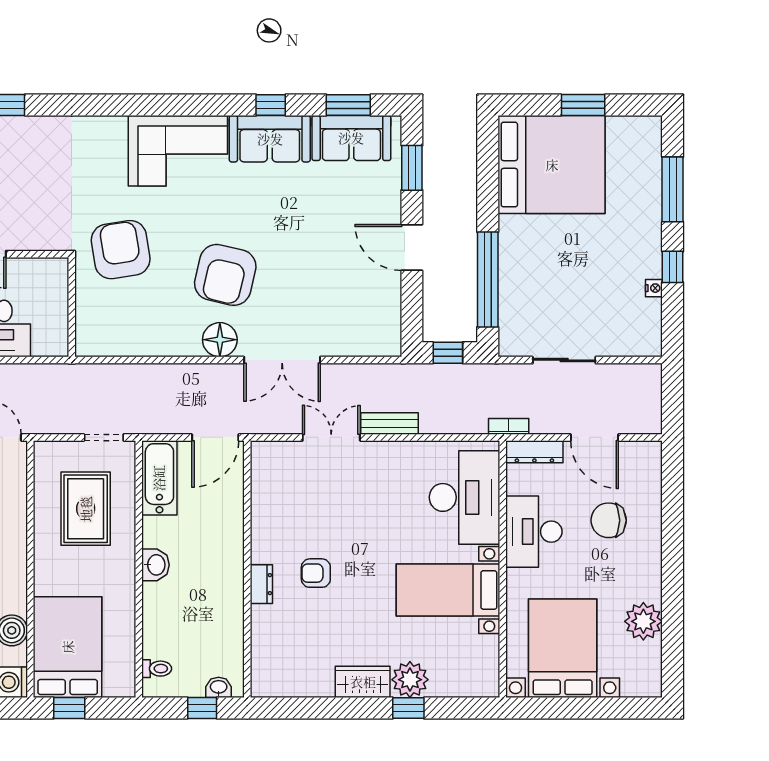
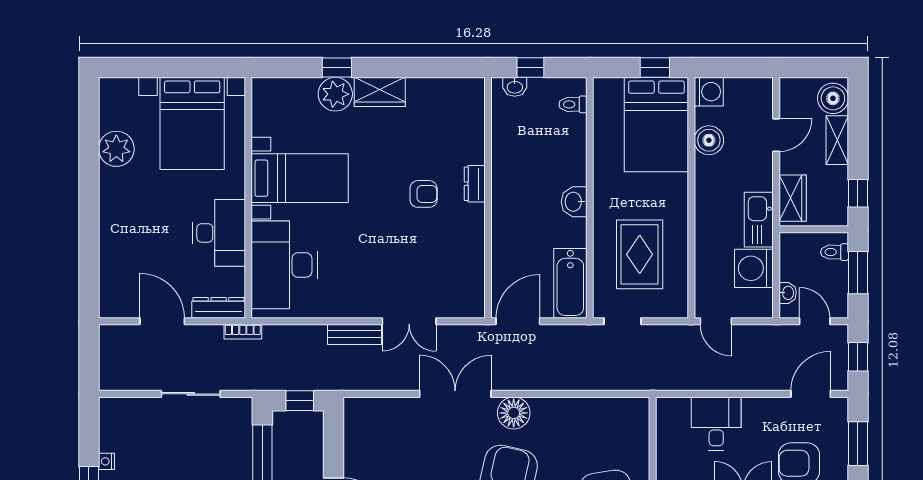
chair: (609, 520) -> (149, 244), removed

